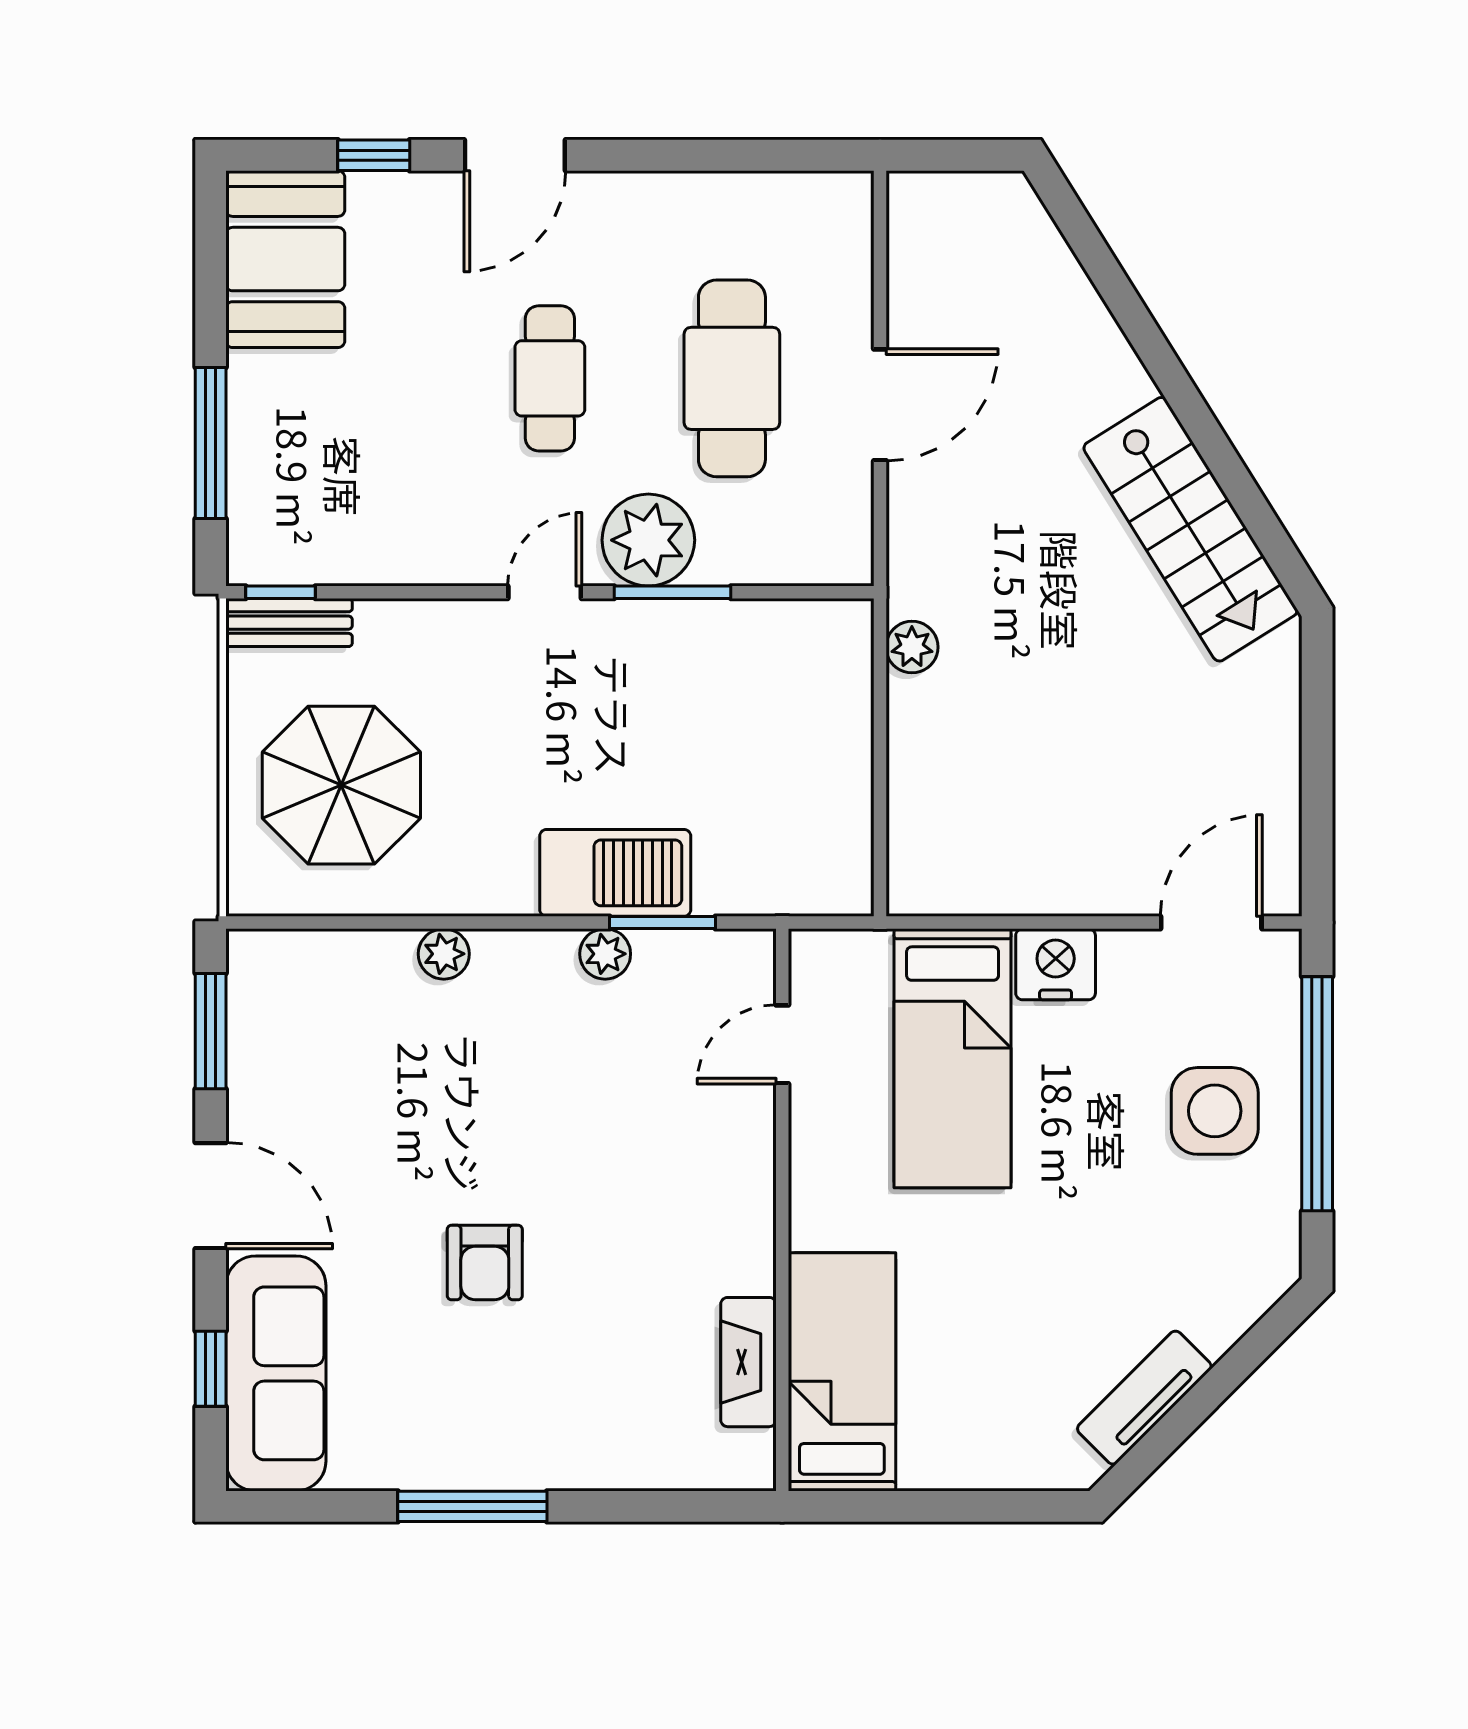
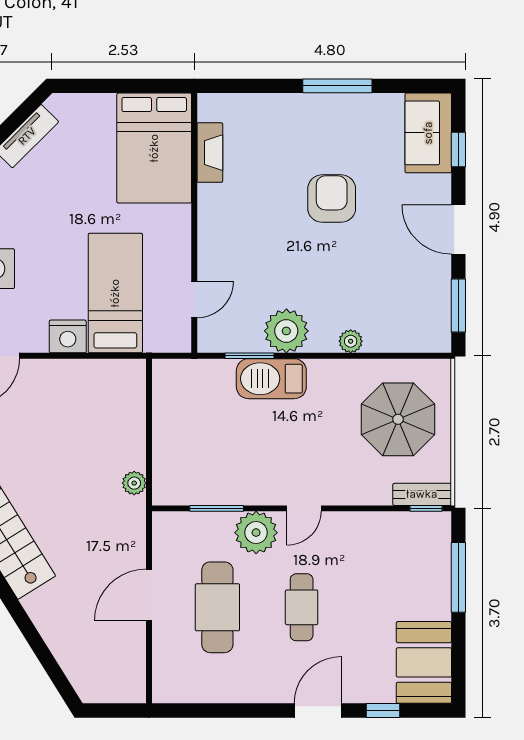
window: (673, 592) -> (217, 508), moved
plant: (605, 954) -> (286, 331), width x1.88, depth x1.88
armchair: (485, 1263) -> (332, 199), width x1.38, depth x1.38
bed: (842, 1372) -> (154, 148), width x1.50
sofa: (276, 1373) -> (428, 133), width x0.73

